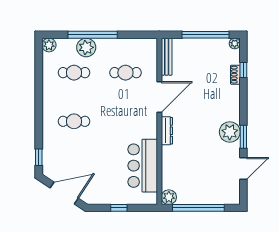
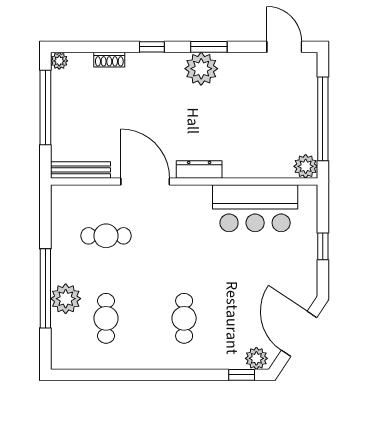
plant: (49, 45) -> (256, 358), moved
window: (243, 70) -> (152, 47), moved
cafe table: (125, 73) -> (106, 236), turned 90
door: (243, 169) -> (284, 47), moved

